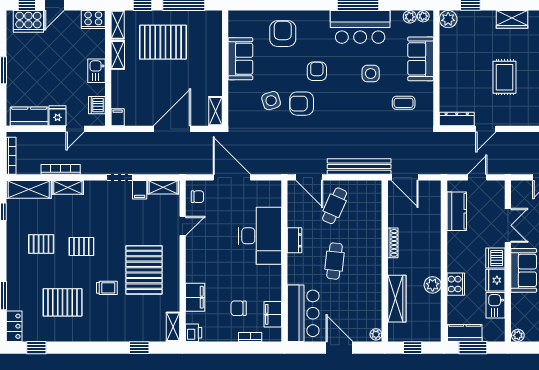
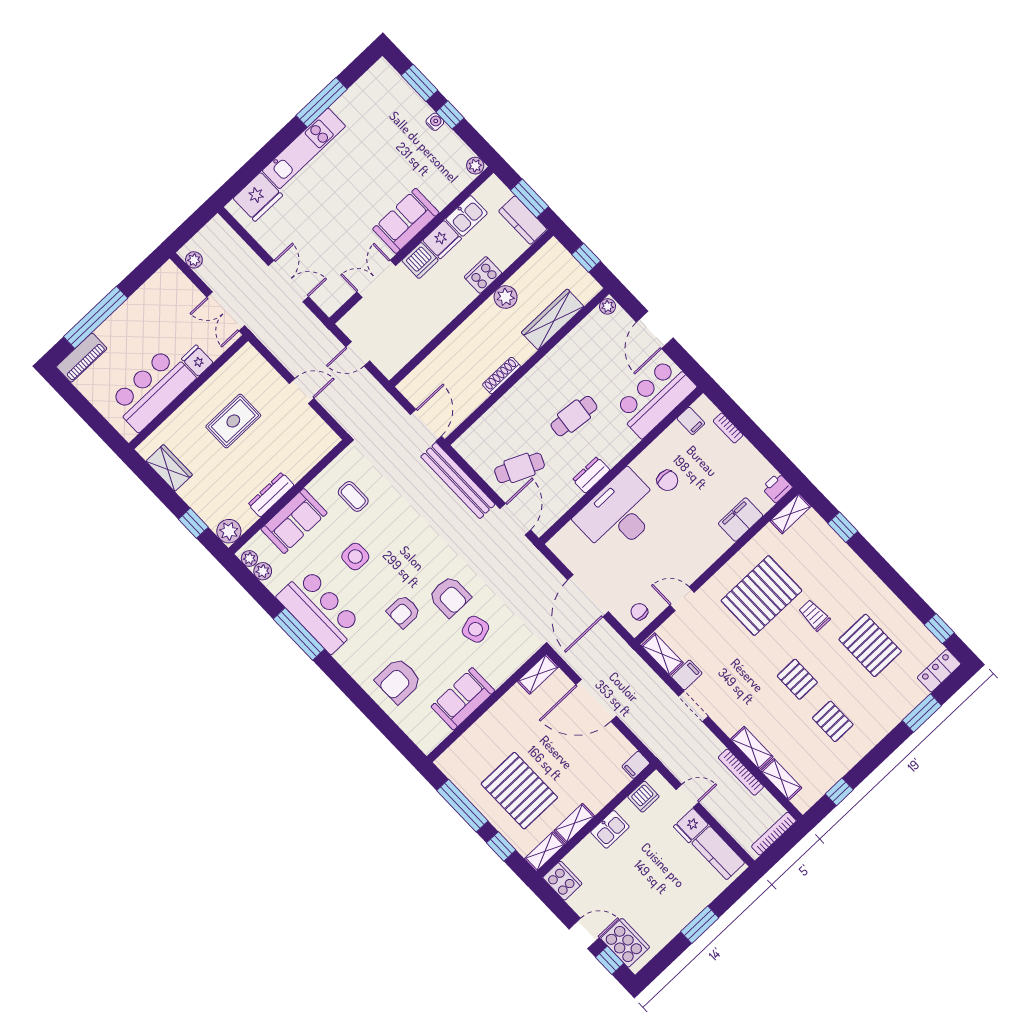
dresser: (457, 119) -> (271, 495), moved, turned 90
shelving: (29, 189) -> (781, 779), width x0.67, depth x0.75
kitchen counter: (457, 211) -> (410, 342), removed
chair: (239, 308) -> (667, 480), moved
filing cabinet: (273, 314) -> (691, 421), width x0.50

